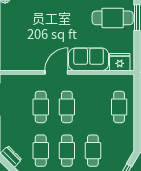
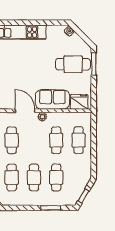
door: (56, 72) -> (25, 111), hinge flipped
plant: (77, 79) -> (42, 117), added
cafe table: (67, 107) -> (56, 140), moved

